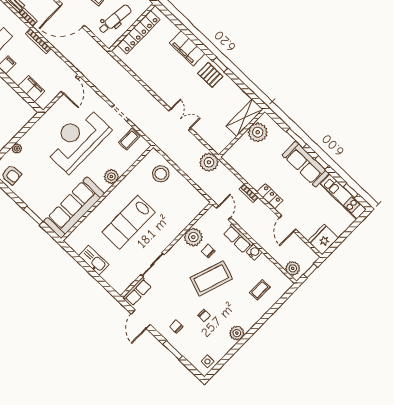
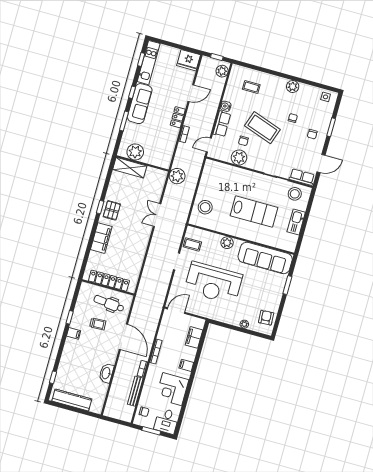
stool: (124, 275) -> (295, 194), added

